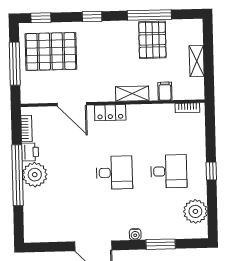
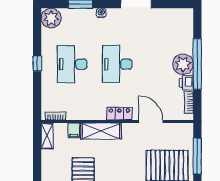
shelving: (197, 61) -> (47, 136), moved
shelving: (132, 94) -> (101, 131), width x1.50, depth x1.33
desk: (169, 171) -> (72, 64), width x1.37
desk: (114, 173) -> (117, 64), width x1.37
plant: (195, 211) -> (51, 18), moved

